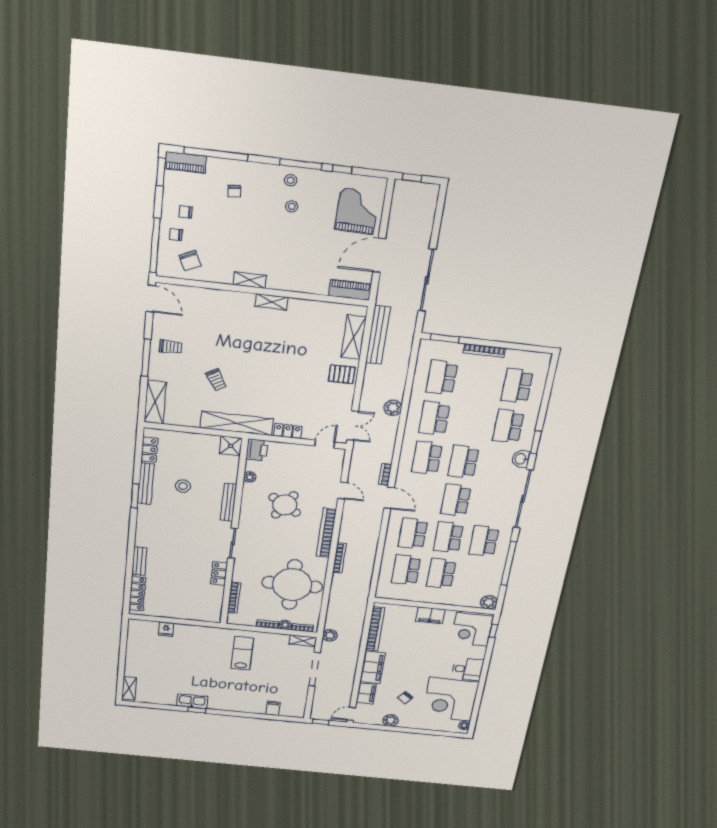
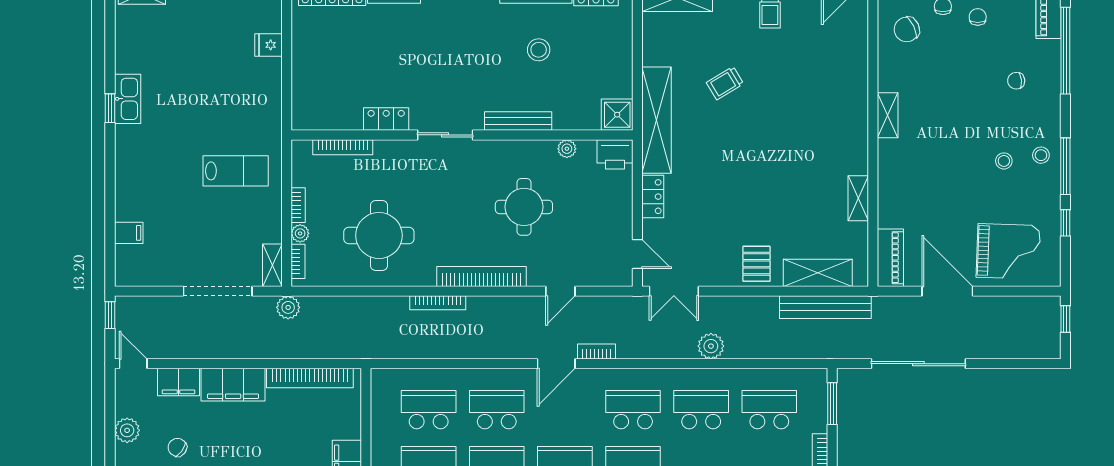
shelving: (272, 302) -> (858, 198), moved
round table: (285, 505) -> (524, 207), turned -32
round table: (292, 585) -> (379, 235), width x0.73, depth x0.73

